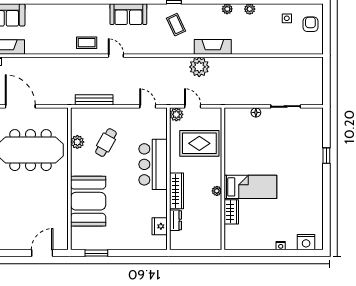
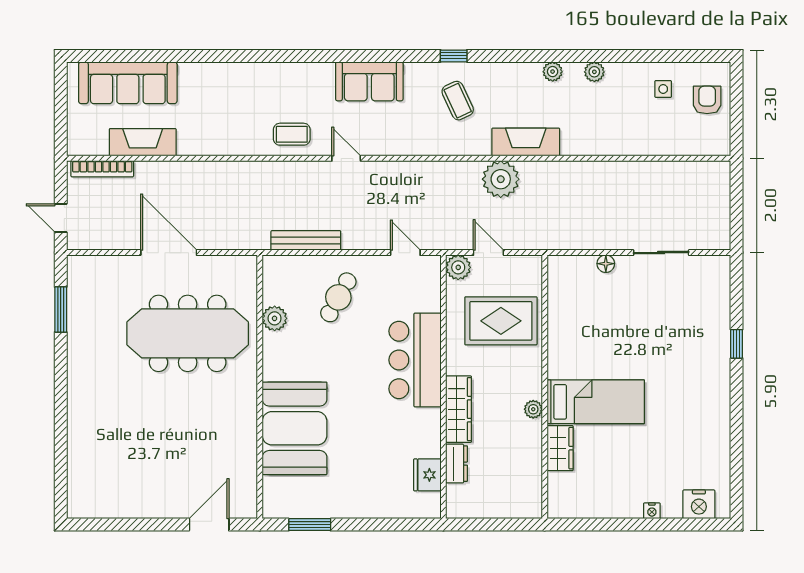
cafe table: (106, 143) -> (338, 297), moved

